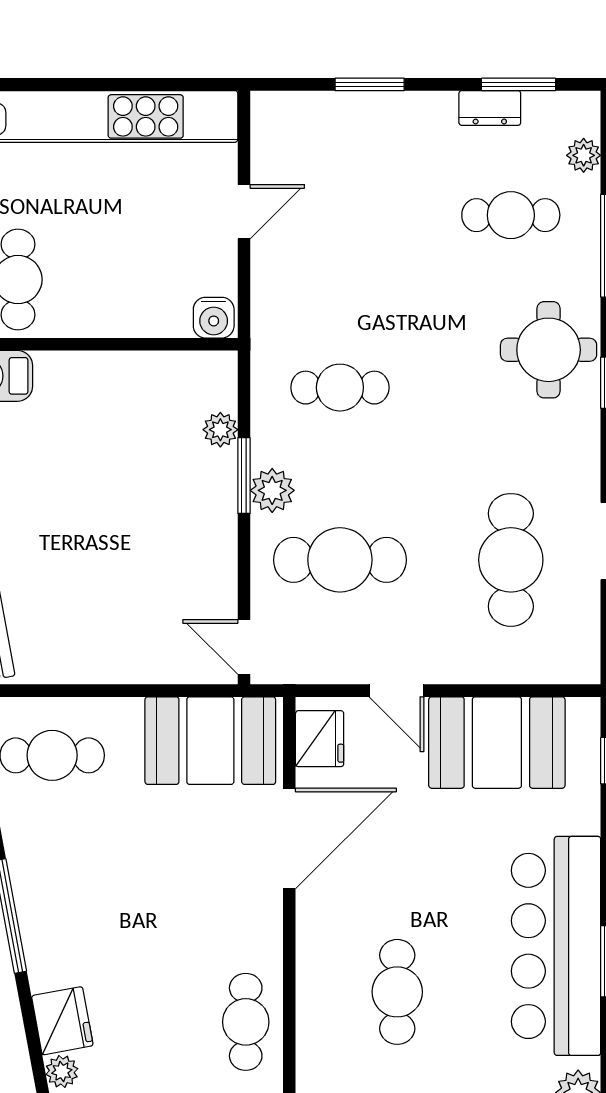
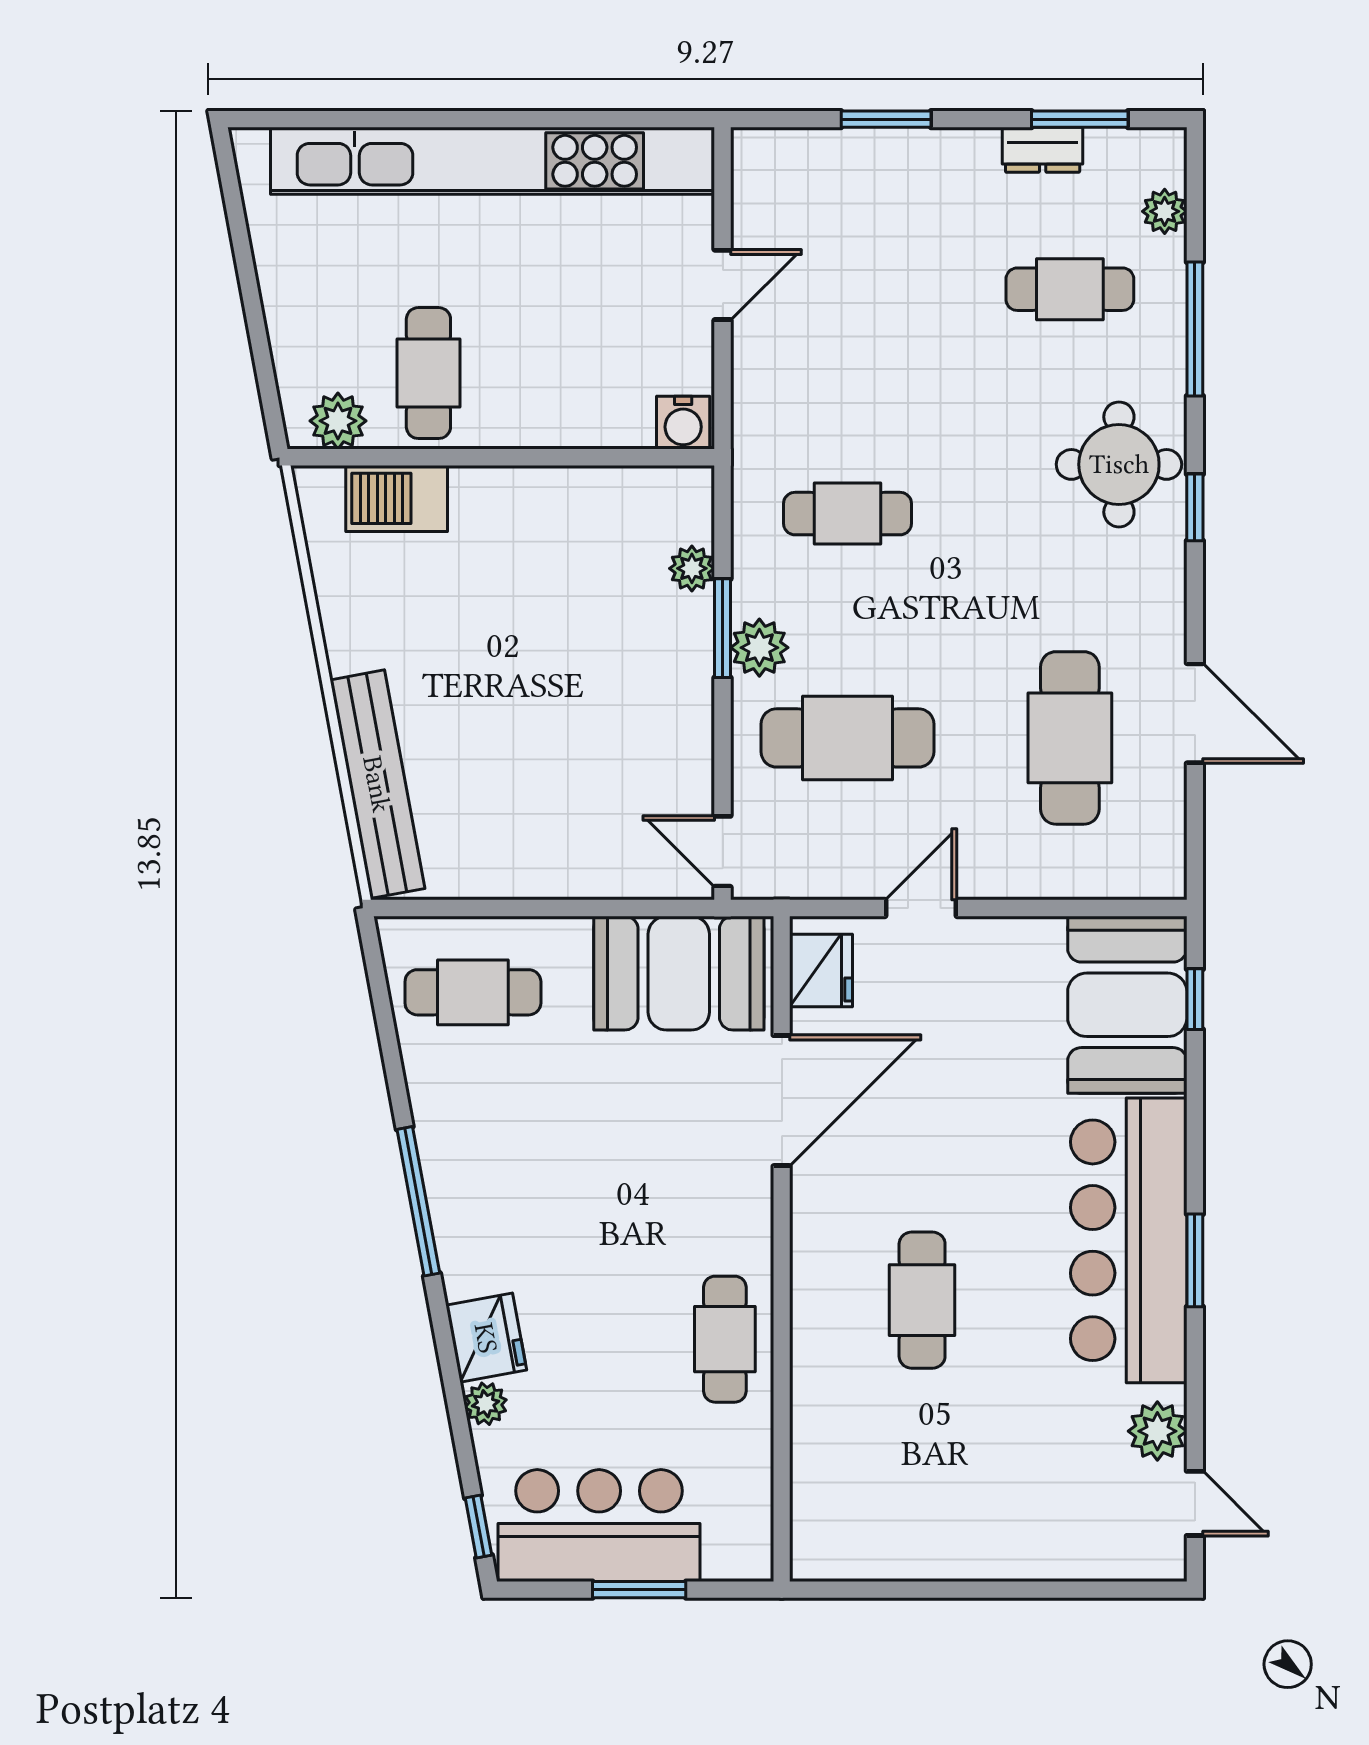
door: (396, 691) -> (921, 908), swing flipped
booth: (497, 743) -> (1127, 1005), moved, turned 90

